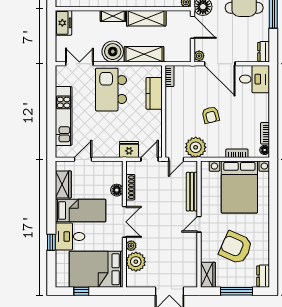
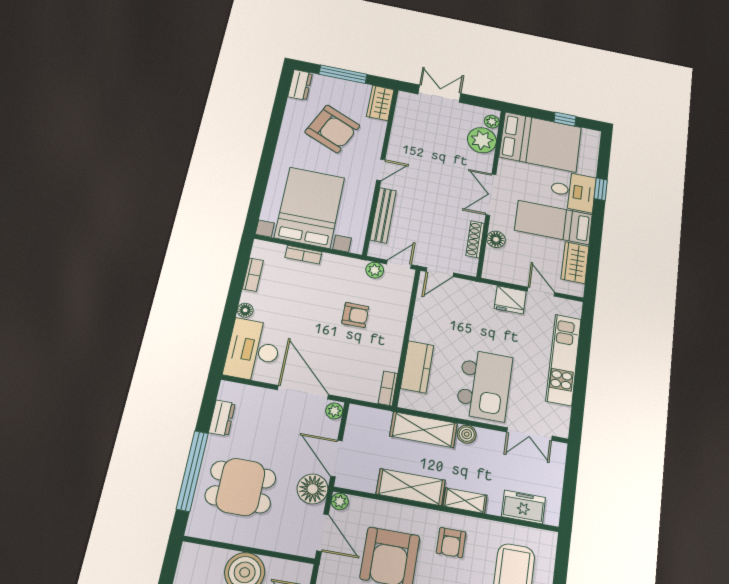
freezer: (63, 23) -> (524, 507), moved, turned 90
boiler: (113, 52) -> (467, 434), width x0.54, depth x0.54
dresser: (264, 52) -> (222, 418), moved
desk: (255, 79) -> (253, 350), width x1.37
armchair: (211, 115) -> (355, 315), moved, turned 104
plant: (196, 147) -> (375, 270), width x0.53, depth x0.53
fridge: (129, 150) -> (510, 300), moved
floor lamp: (265, 150) -> (245, 310), moved
door: (83, 159) -> (541, 292), swing flipped
plant: (131, 246) -> (492, 122), moved

